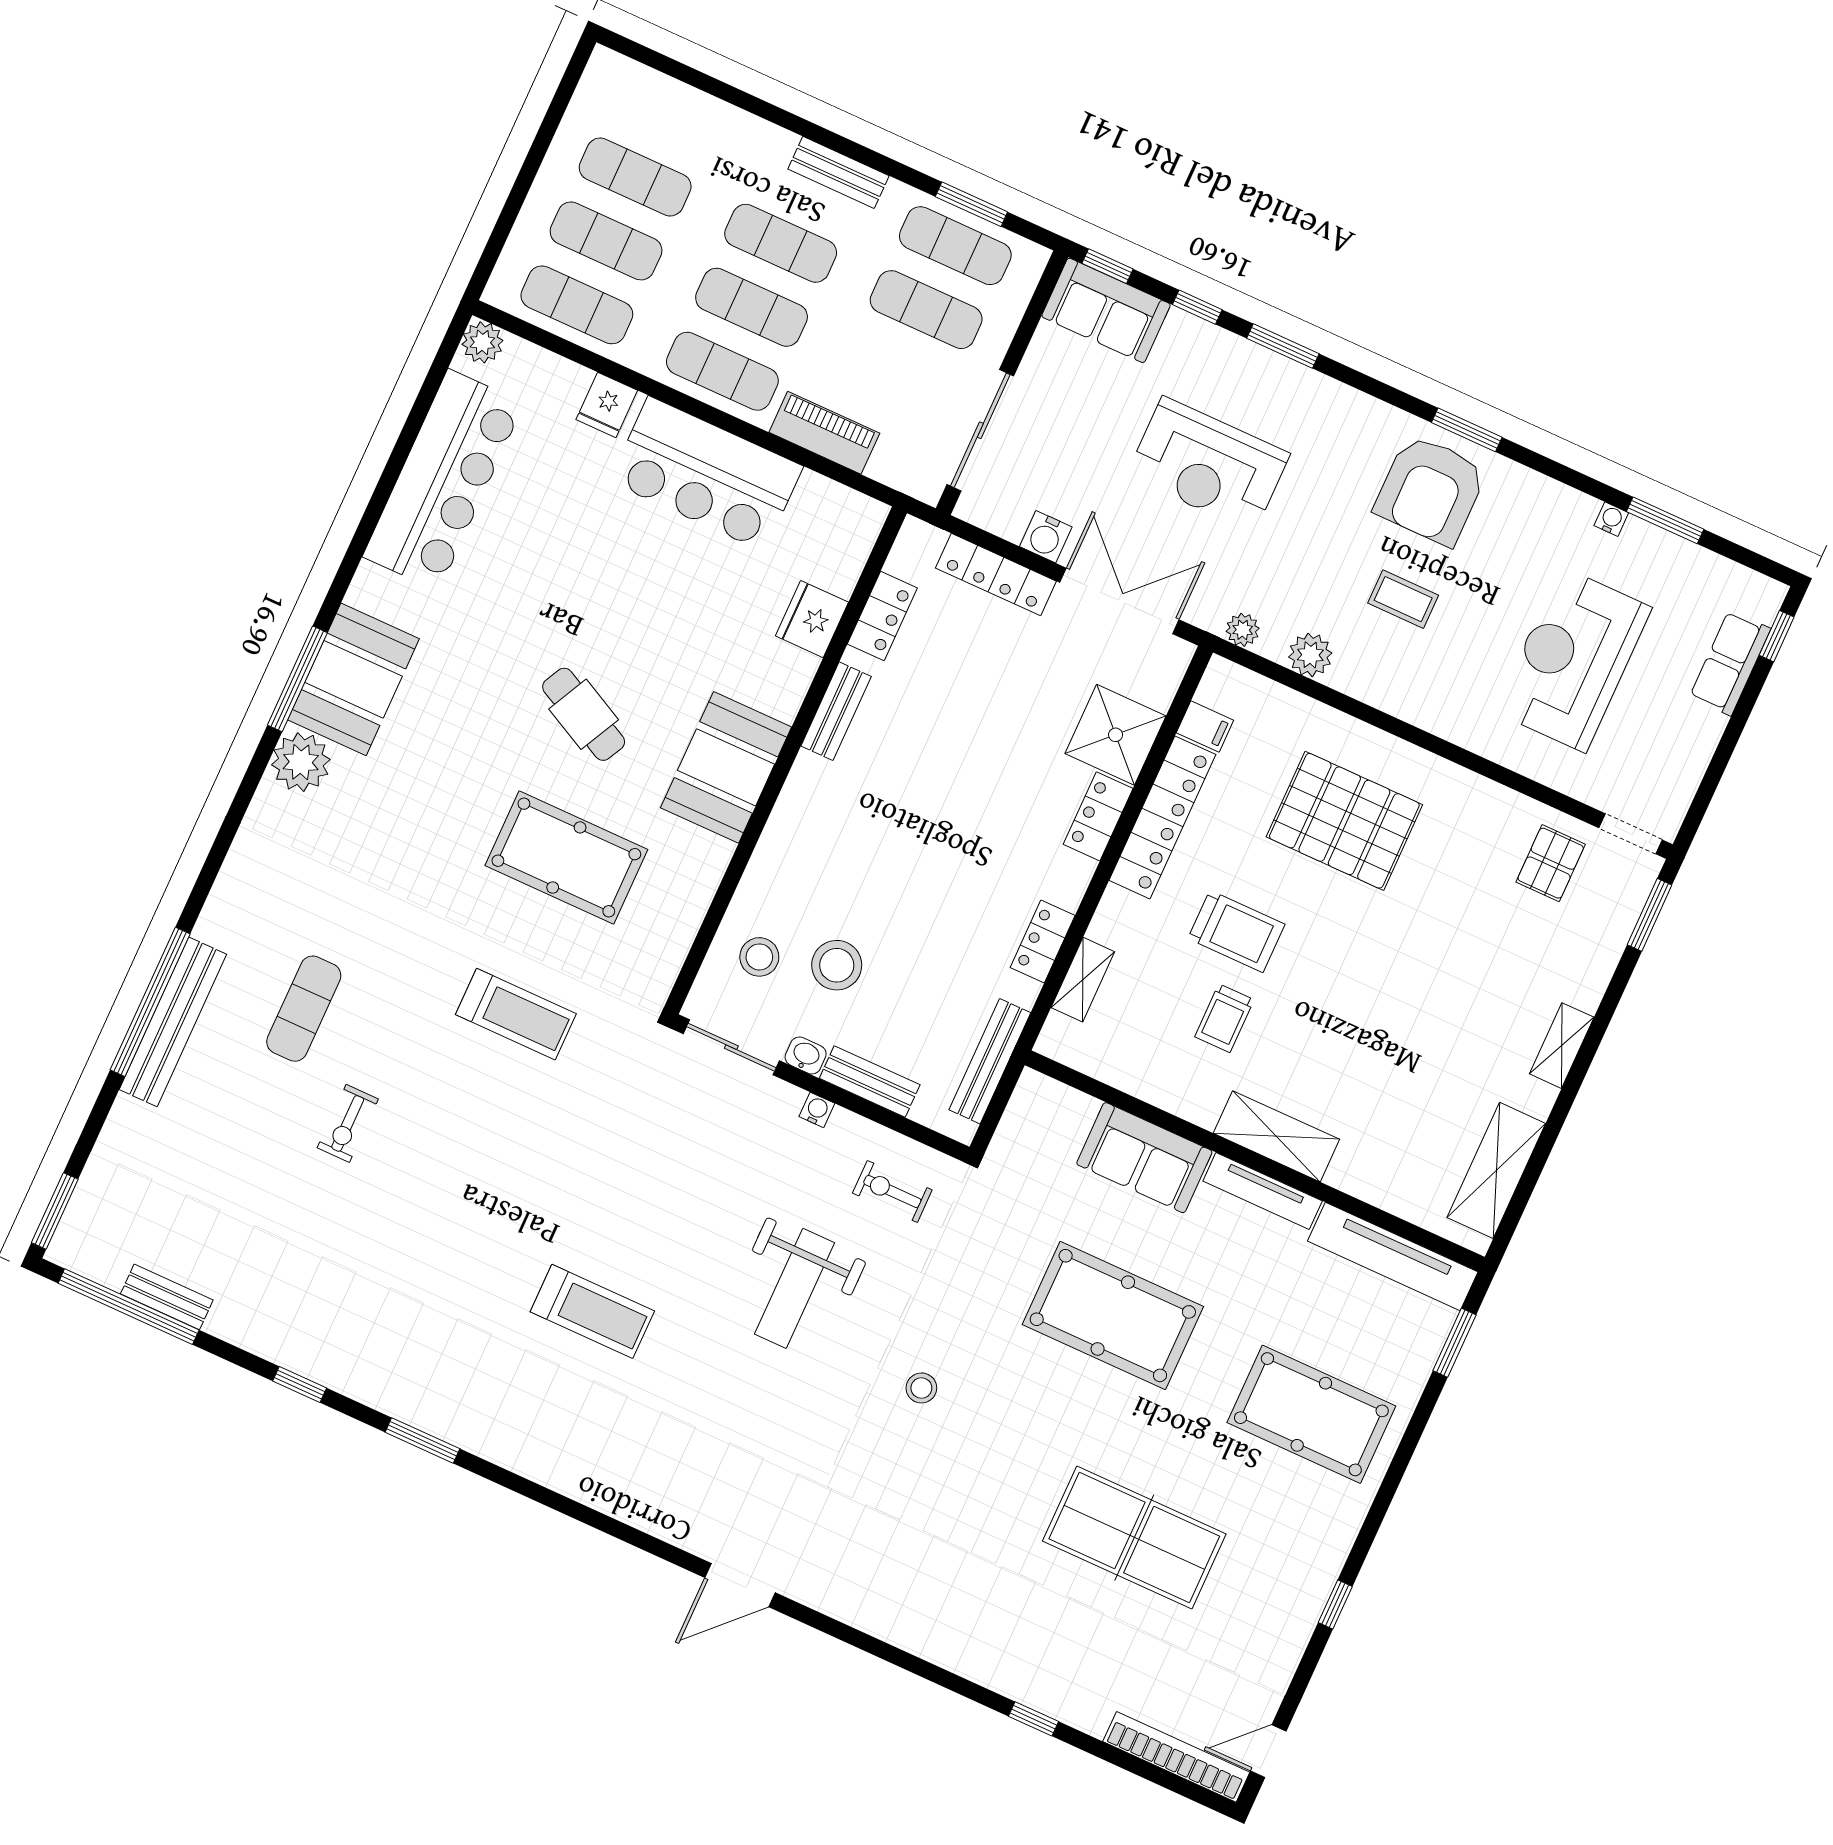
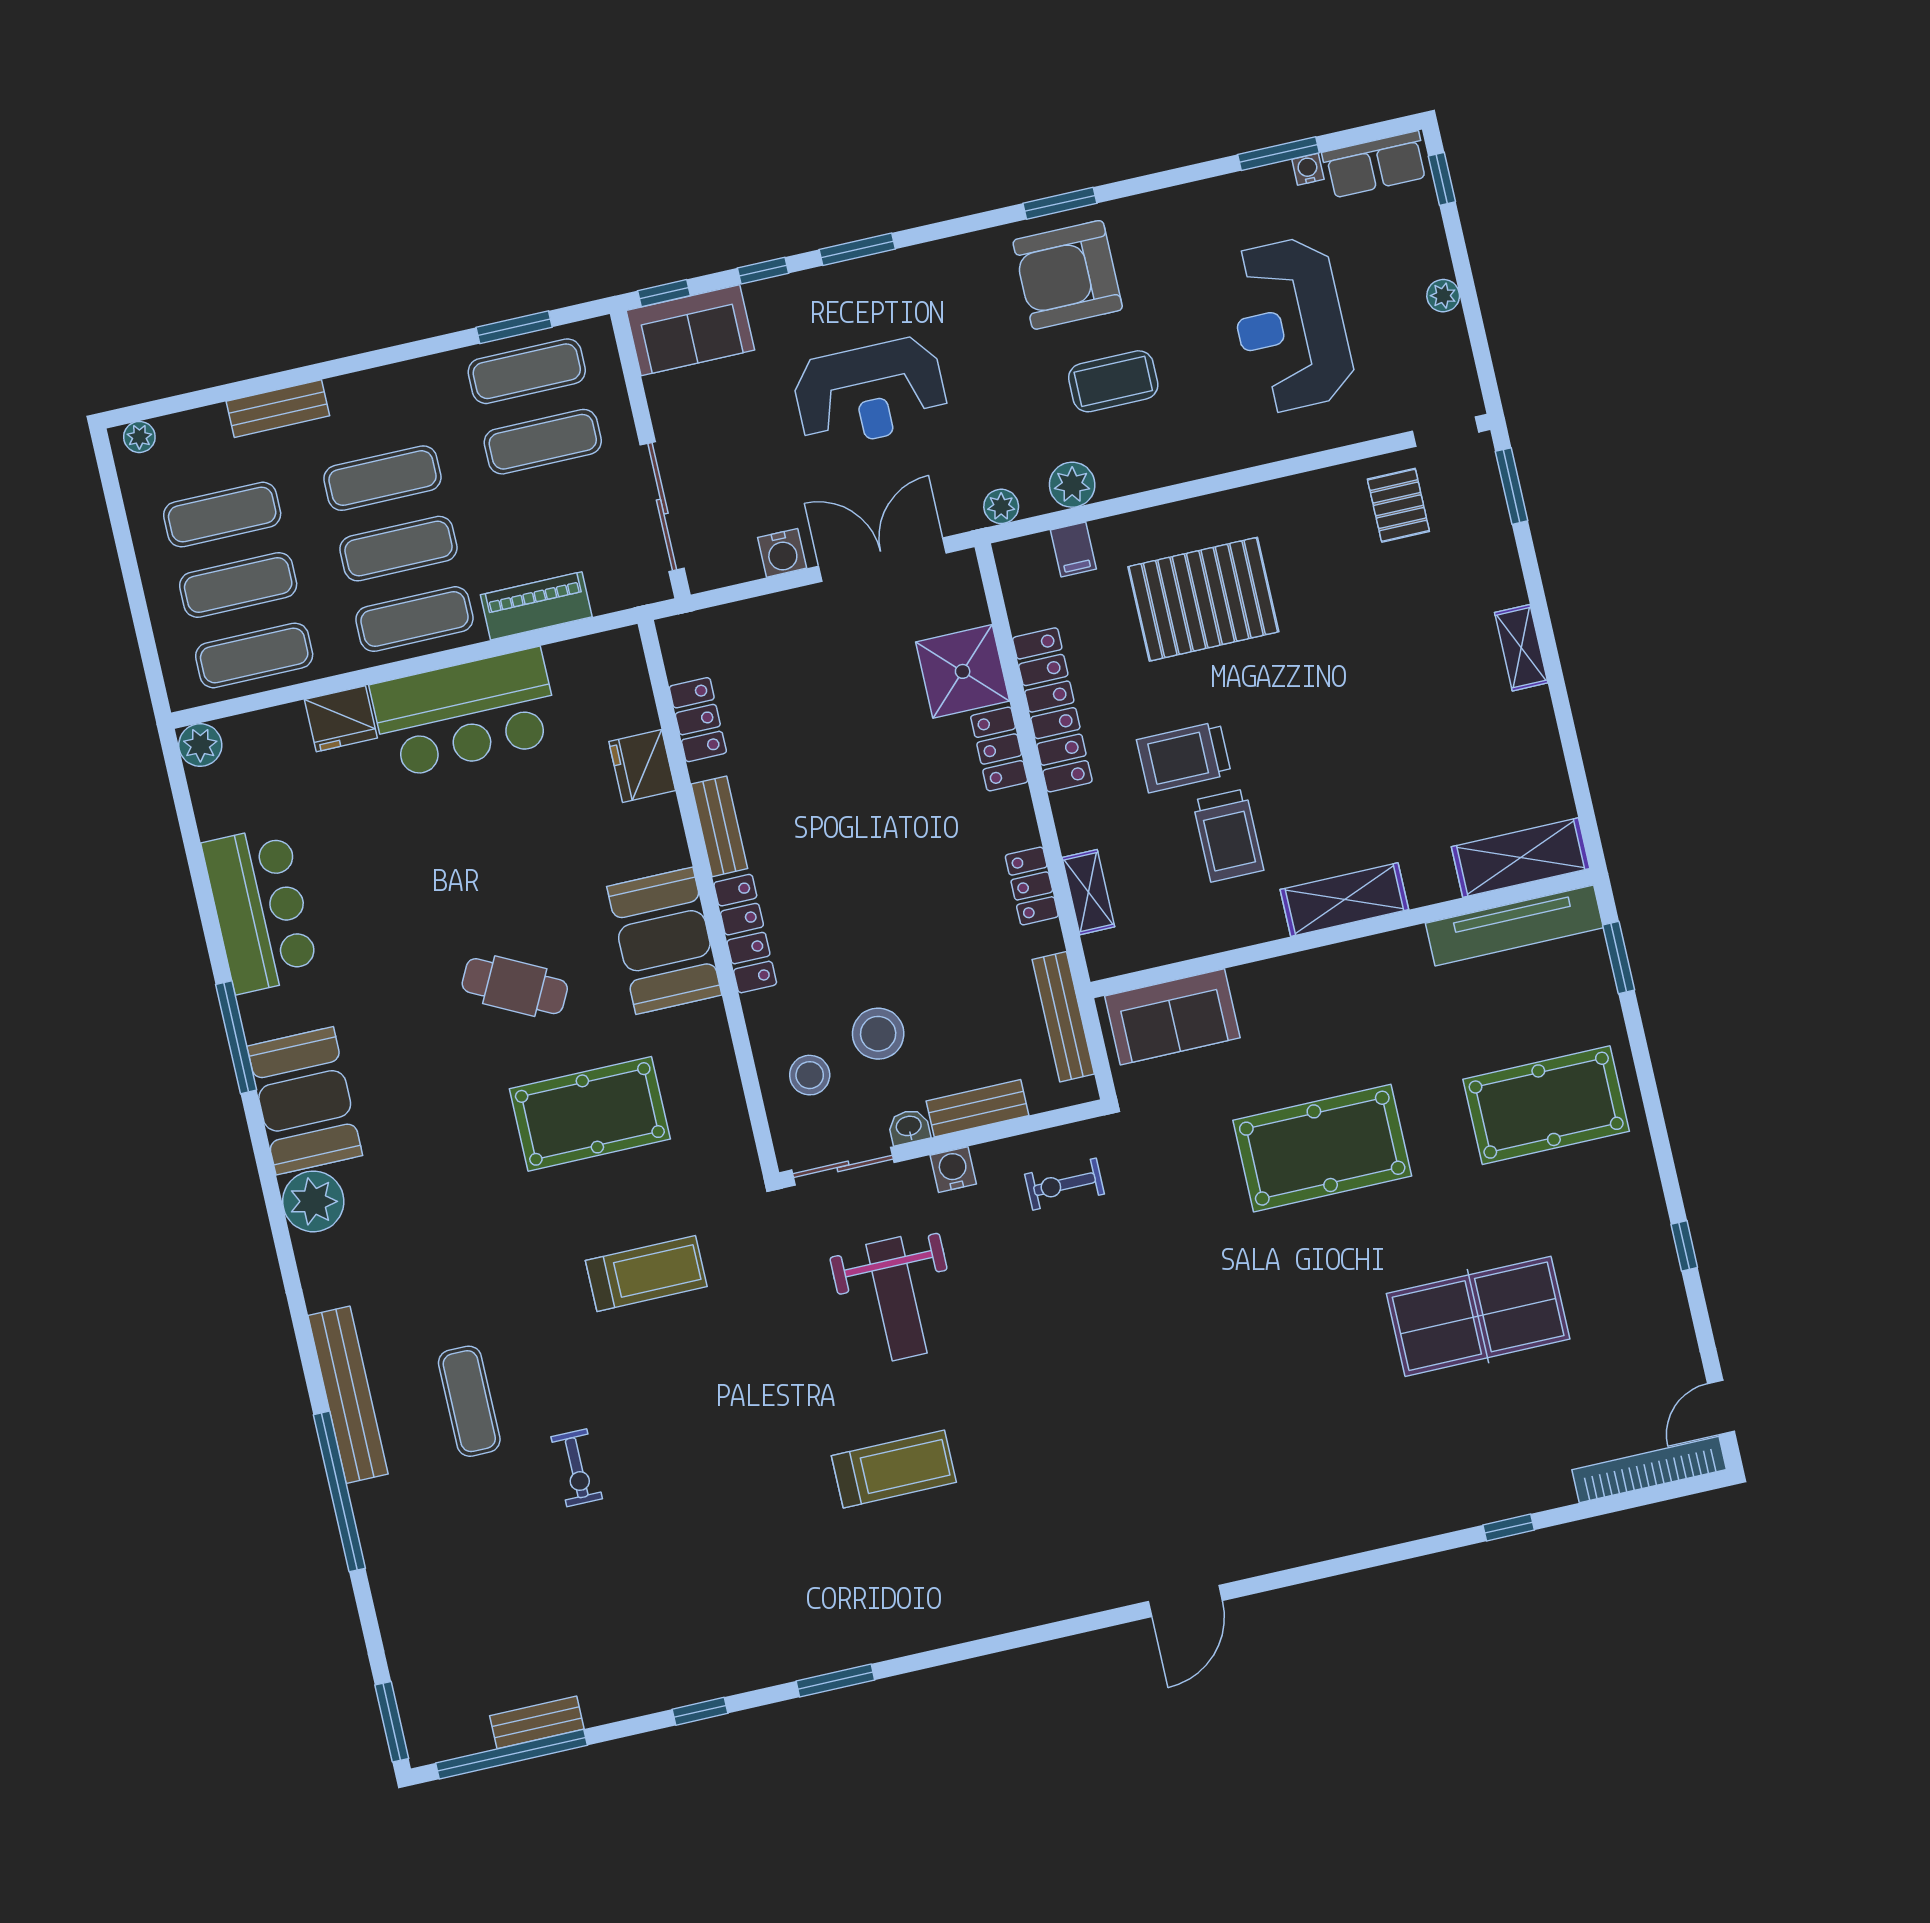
plant: (617, 68) -> (139, 437), added
bench: (839, 172) -> (278, 409), moved
fridge: (607, 405) -> (341, 719), width x1.38
bar counter: (443, 480) -> (260, 910), width x0.73
armchair: (1431, 490) -> (1068, 275), turned 90
water cooler: (1611, 519) -> (1308, 169), moved
locker: (996, 575) -> (745, 934), moved, turned -90
coffee table: (1403, 599) -> (1113, 381), width x1.36, depth x1.30
row of seats: (1730, 663) -> (1375, 165), moved, turned -90
window: (297, 679) -> (236, 1037), moved
filing cabinet: (1205, 727) -> (1073, 550), moved, turned 90
plant: (1709, 727) -> (1443, 296), added
trolley: (1236, 931) -> (1184, 757), turned 180
trolley: (1224, 1018) -> (1228, 835), width x1.36, depth x1.39
bench: (173, 1022) -> (348, 1395), moved
water cooler: (817, 1110) -> (953, 1170), width x1.38, depth x1.38
sofa: (1144, 1158) -> (1172, 1017), moved
shelving: (1496, 1170) -> (1521, 858), moved, turned 90
tv unit: (1263, 1191) -> (1367, 953), removed
weight bench: (794, 1288) -> (896, 1299), moved
stool: (921, 1388) -> (1211, 1327), removed

